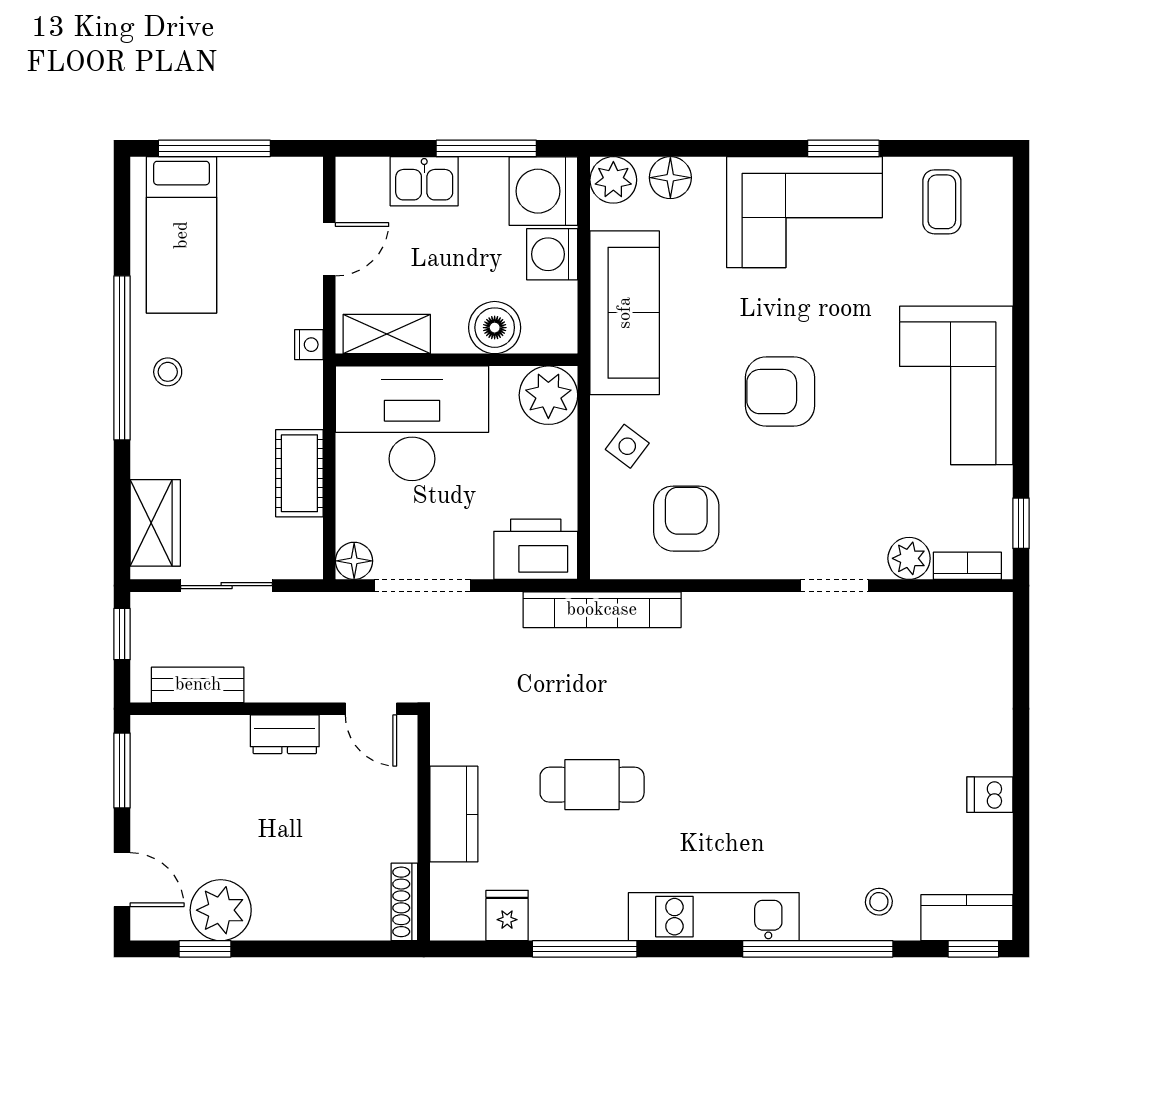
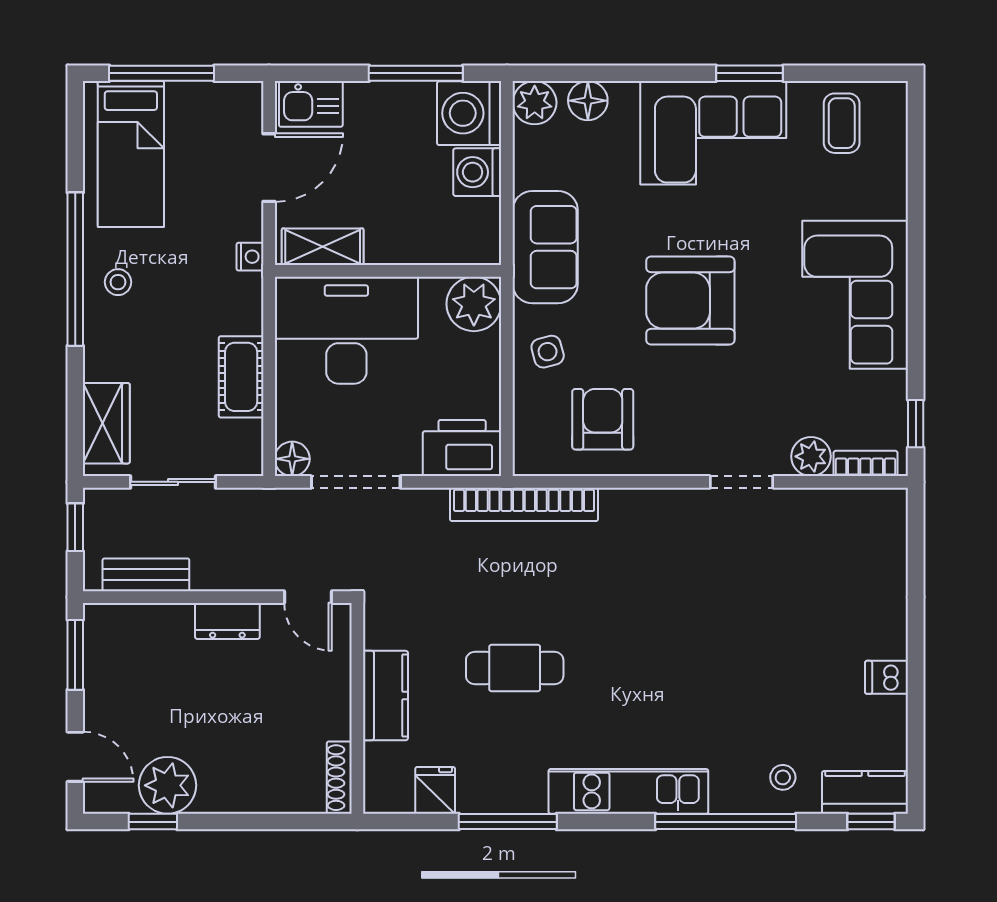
kitchen sink: (424, 181) -> (311, 104), moved
door: (329, 249) -> (269, 168), width x1.38
sofa: (625, 313) -> (545, 247), width x0.73
boiler: (495, 328) -> (424, 241), removed
armchair: (780, 392) -> (690, 301), width x1.36, depth x1.36
side table: (627, 446) -> (548, 352), turned 38

